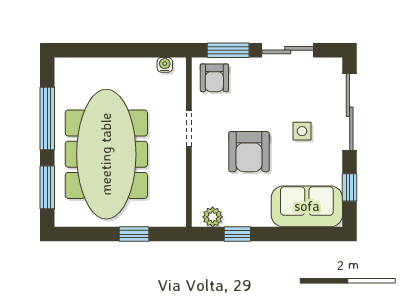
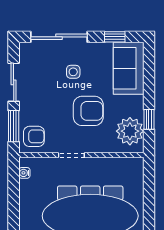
plant: (213, 217) -> (130, 131), width x1.88, depth x1.88
window: (134, 234) -> (149, 196), removed

